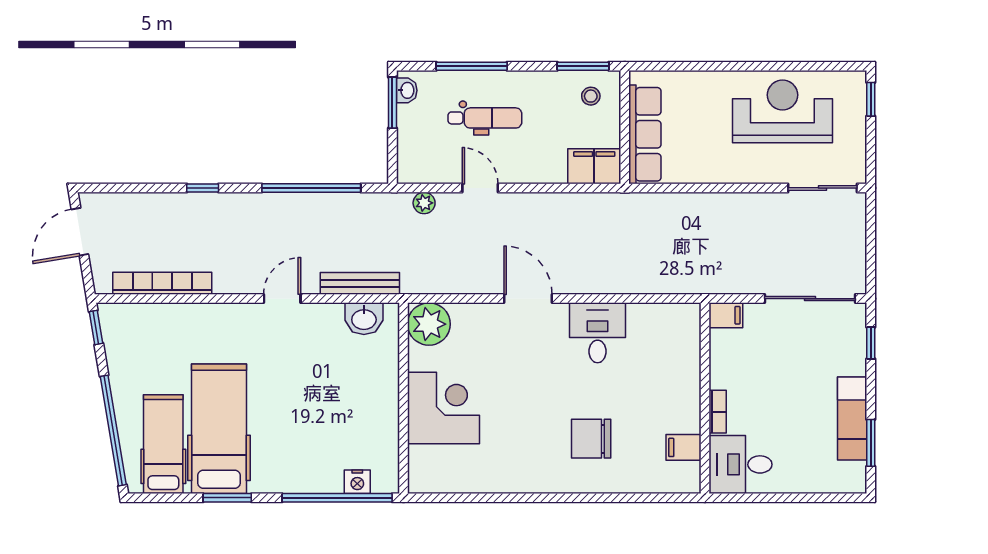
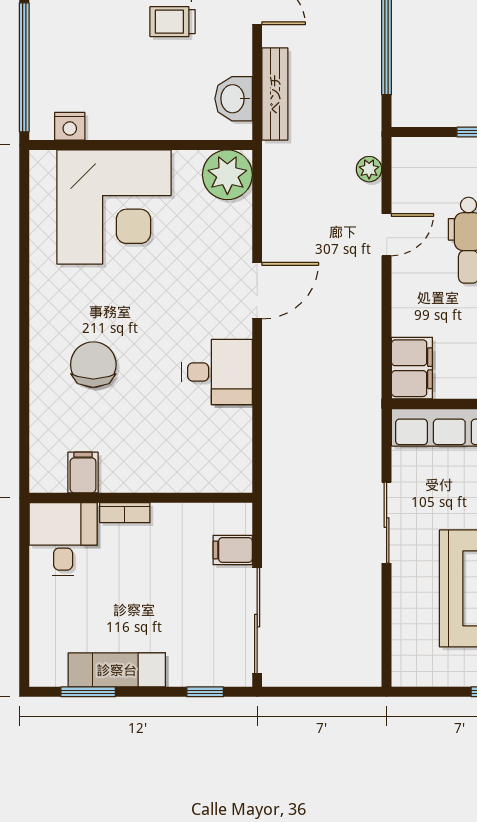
sliding door: (822, 188) -> (387, 523), moved
filing cabinet: (726, 315) -> (233, 550), moved, turned 90
trolley: (298, 371) -> (173, 22), added
corner desk: (444, 408) -> (114, 207), width x1.36, depth x1.36
nightstand: (357, 482) -> (70, 126), moved, turned -90

